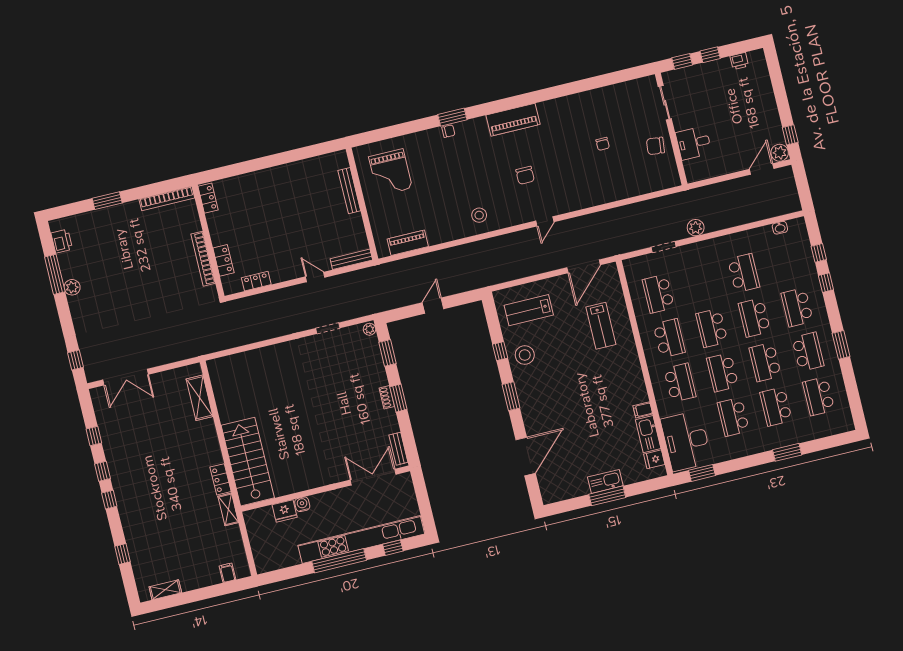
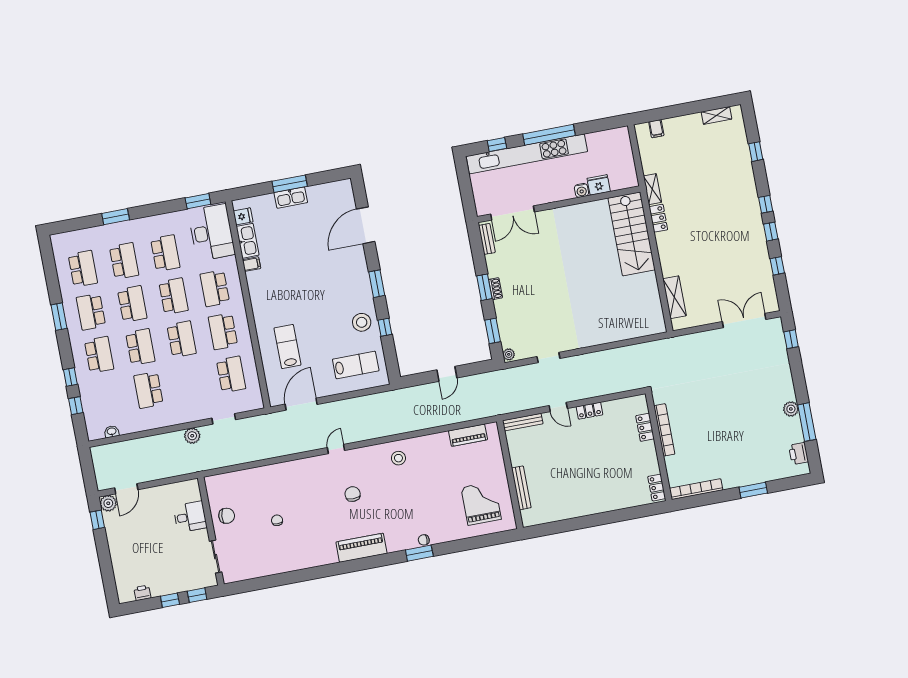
locker: (256, 281) -> (589, 411), moved

